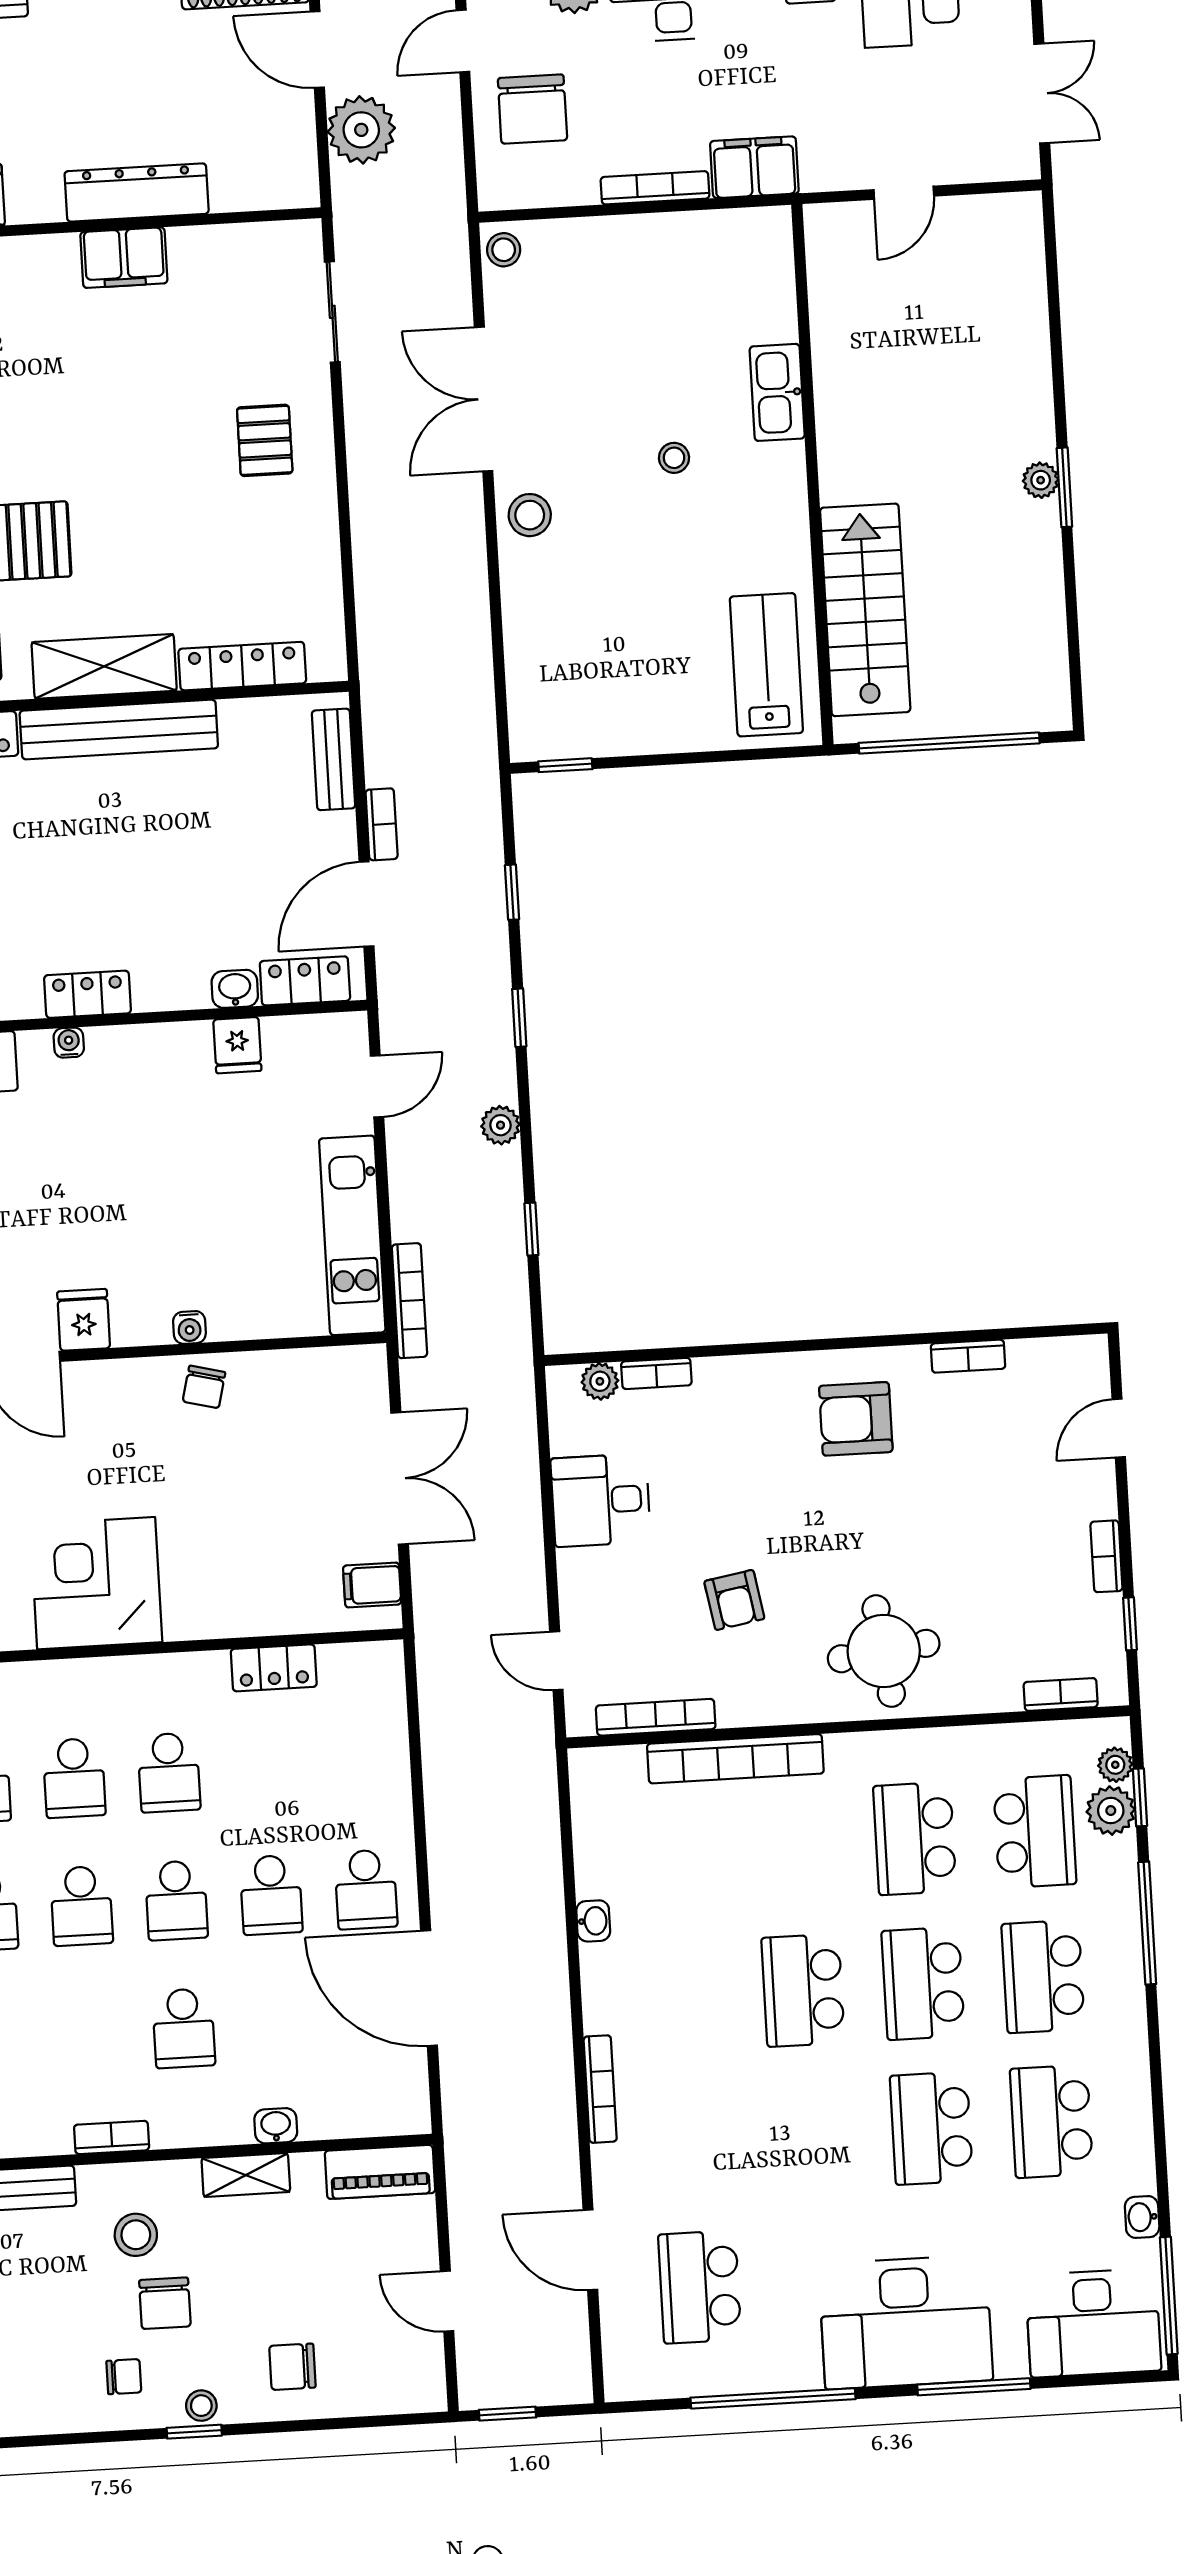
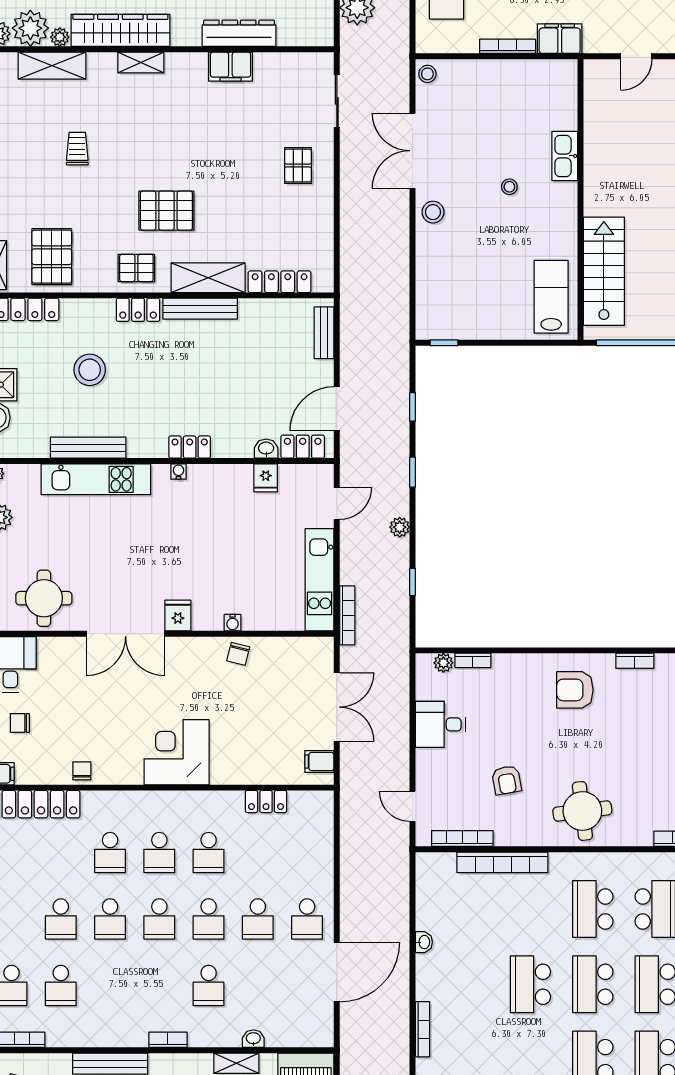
bench: (119, 730) -> (200, 309), width x0.73, depth x0.82
bookcase: (382, 824) -> (347, 368), removed
door: (429, 1988) -> (337, 972), swing flipped

